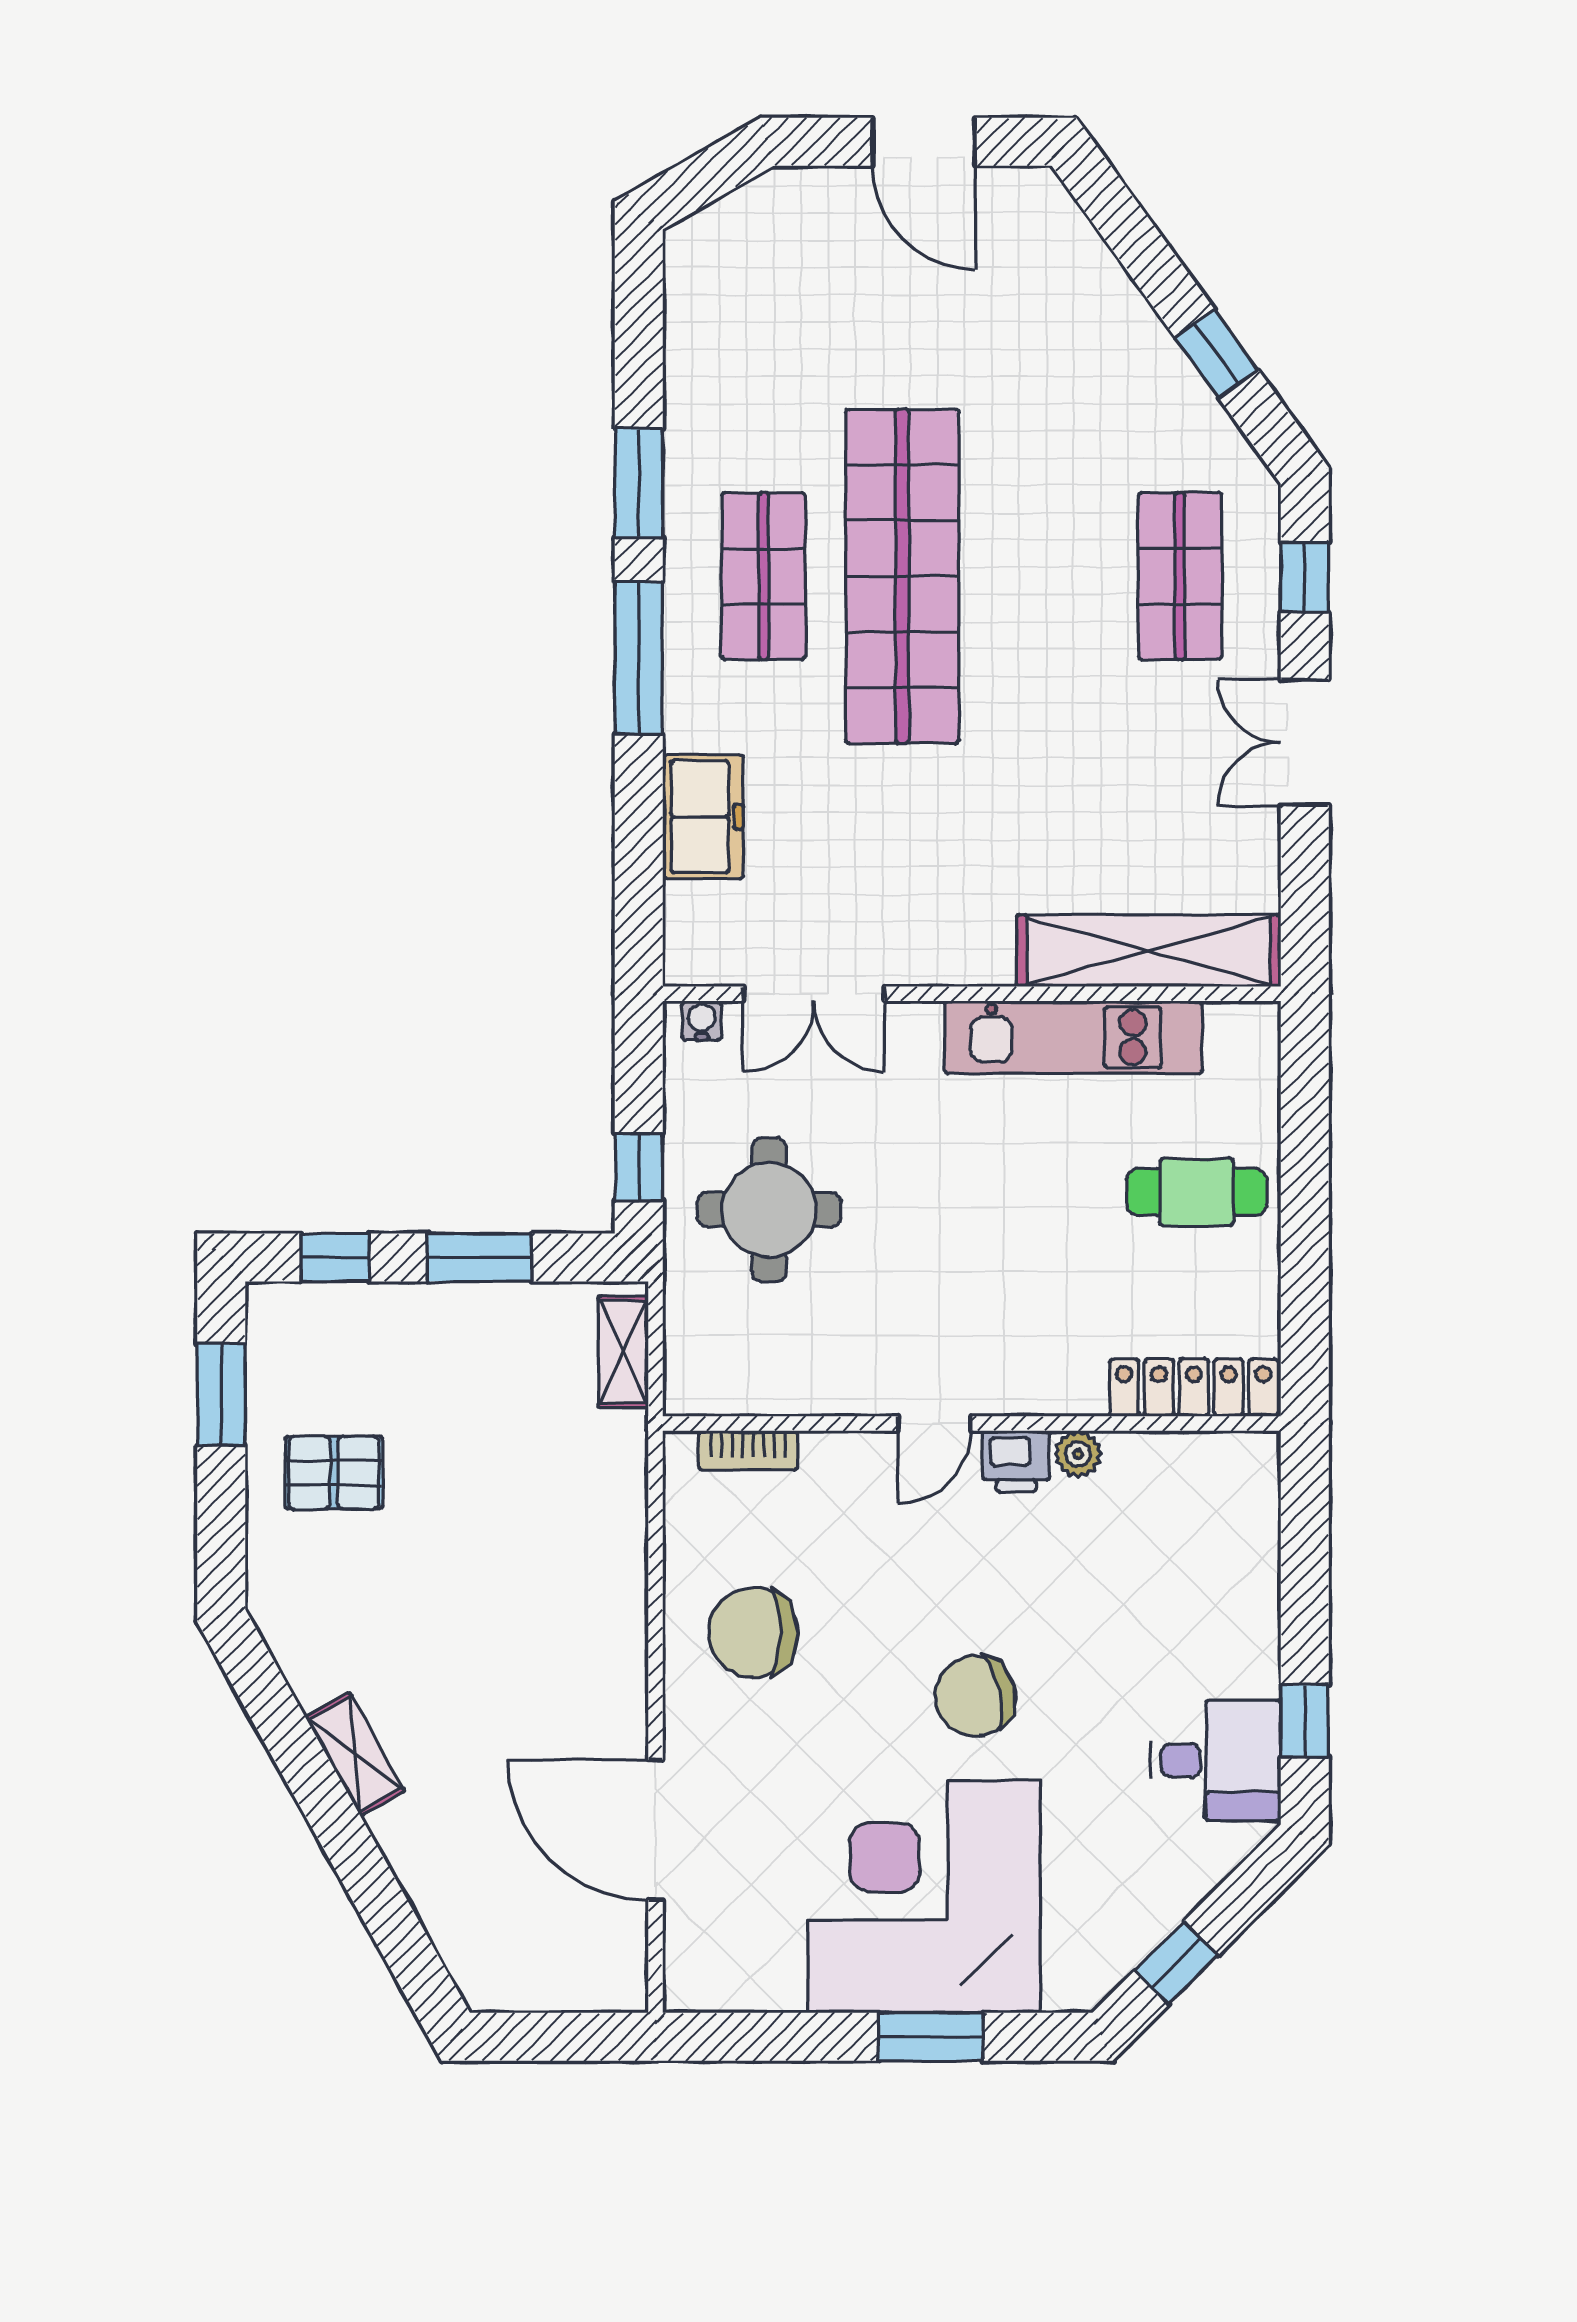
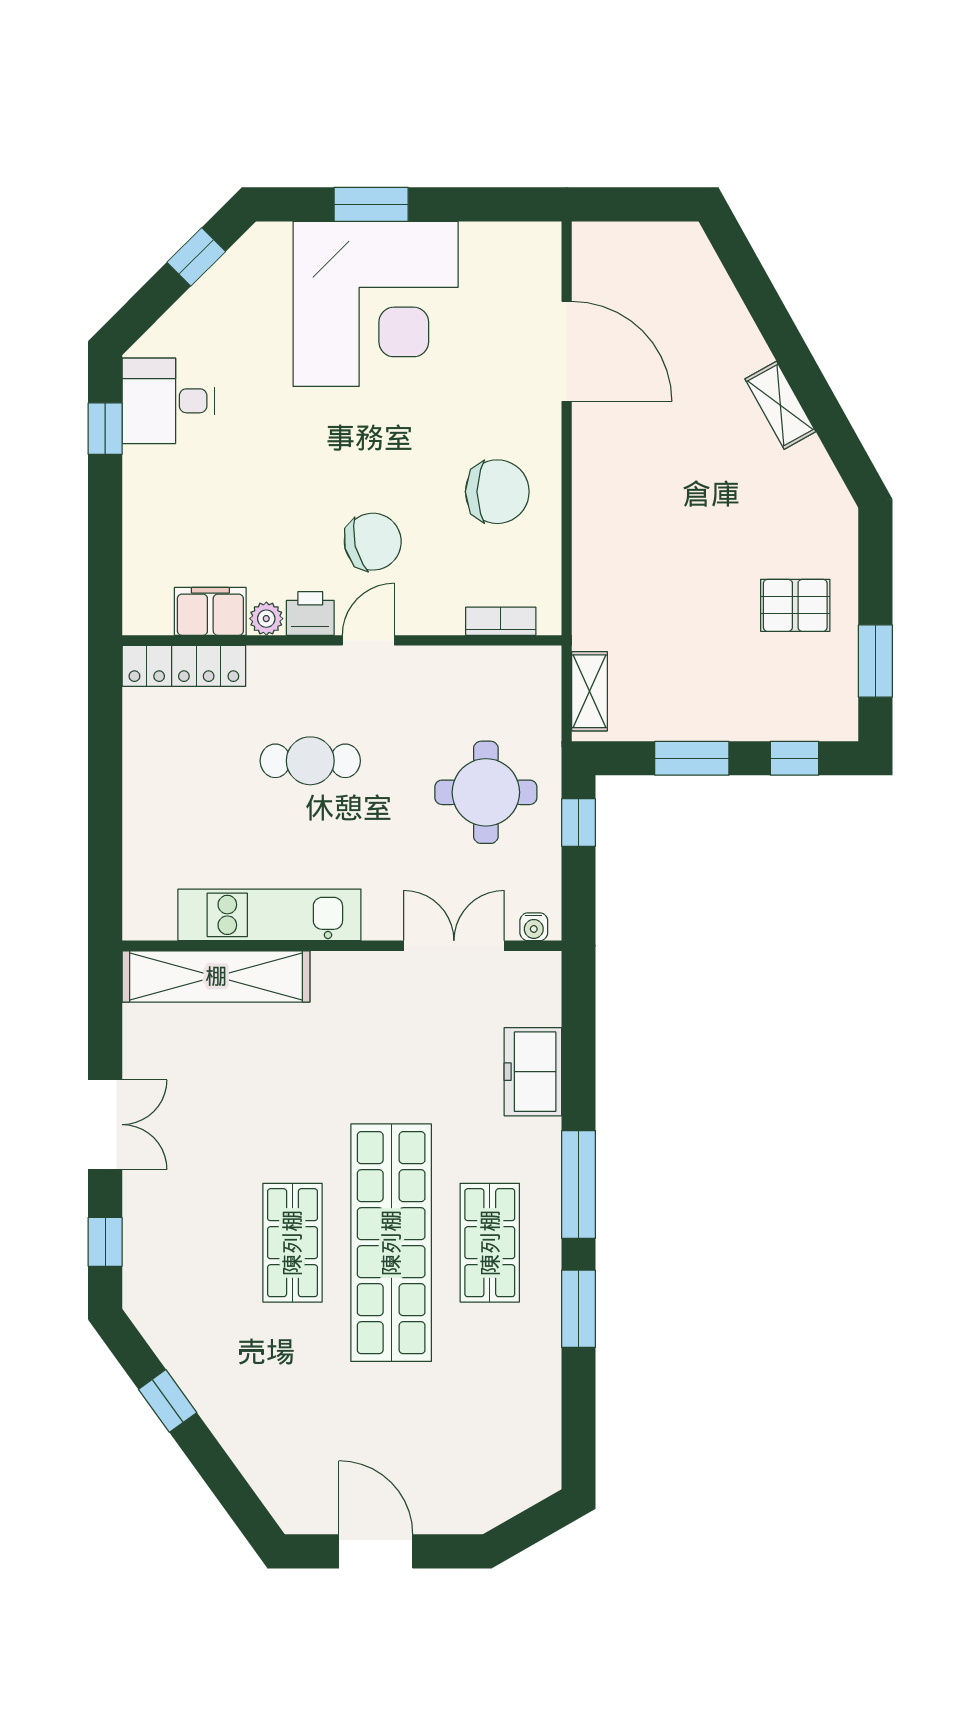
shop shelf: (1180, 576) -> (292, 1243), moved
cafe table: (1197, 1192) -> (310, 761), moved
filing cabinet: (1157, 1464) -> (210, 611), added
chair: (975, 1696) -> (373, 542), moved

